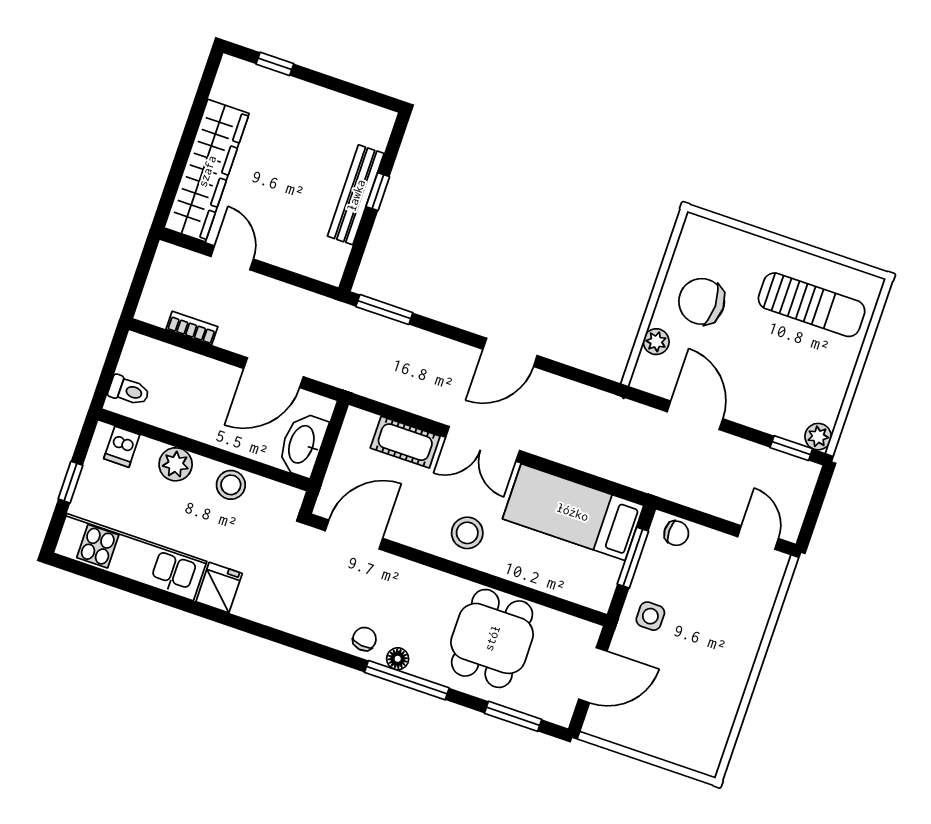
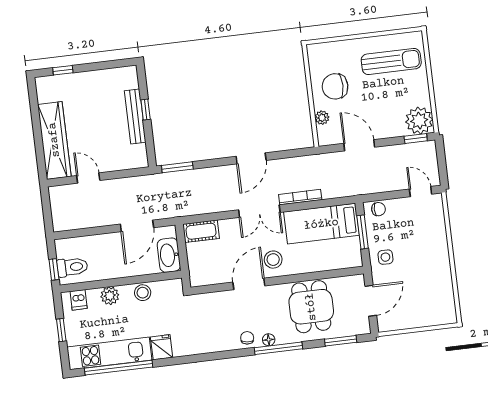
bookcase: (192, 328) -> (300, 197), moved, width x1.56
window: (106, 378) -> (54, 269), added
toilet: (129, 391) -> (72, 267), width x1.37, depth x1.39
plant: (818, 437) -> (419, 121), width x1.87, depth x1.87
cot: (405, 442) -> (201, 231), moved
door: (354, 534) -> (249, 284), moved
window: (134, 587) -> (119, 368), added

